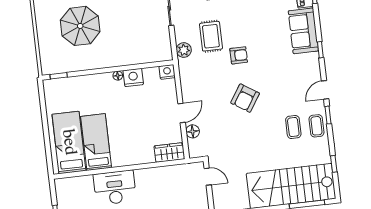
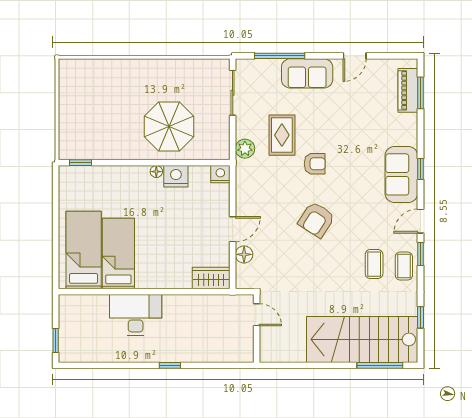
parasol: (80, 26) -> (169, 127), moved
sofa: (303, 31) -> (401, 174), moved

